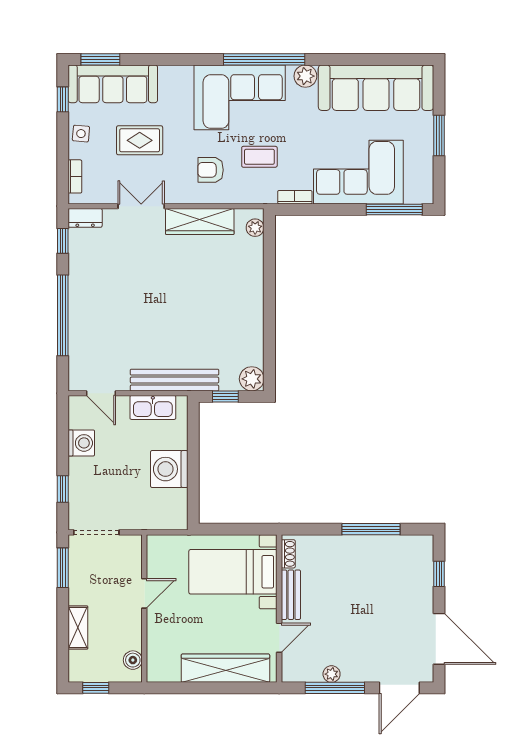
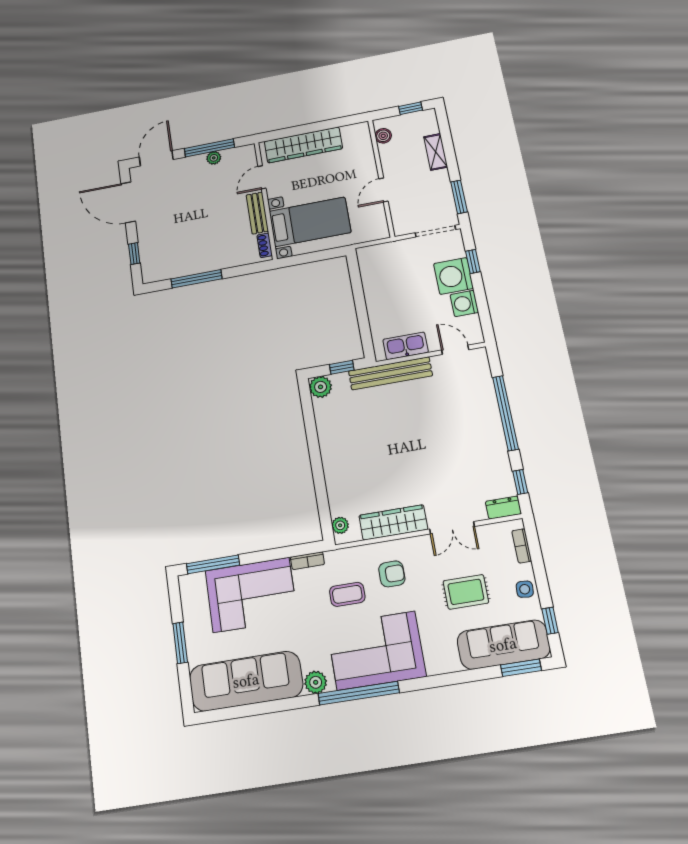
washing machine: (169, 469) -> (453, 276), moved, turned 180

